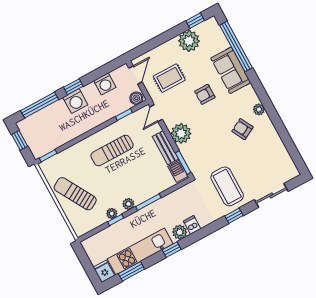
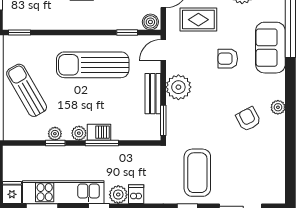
sun lounger: (112, 150) -> (93, 65), width x1.36, depth x1.34
barbecue: (178, 171) -> (99, 132), moved, turned 90

